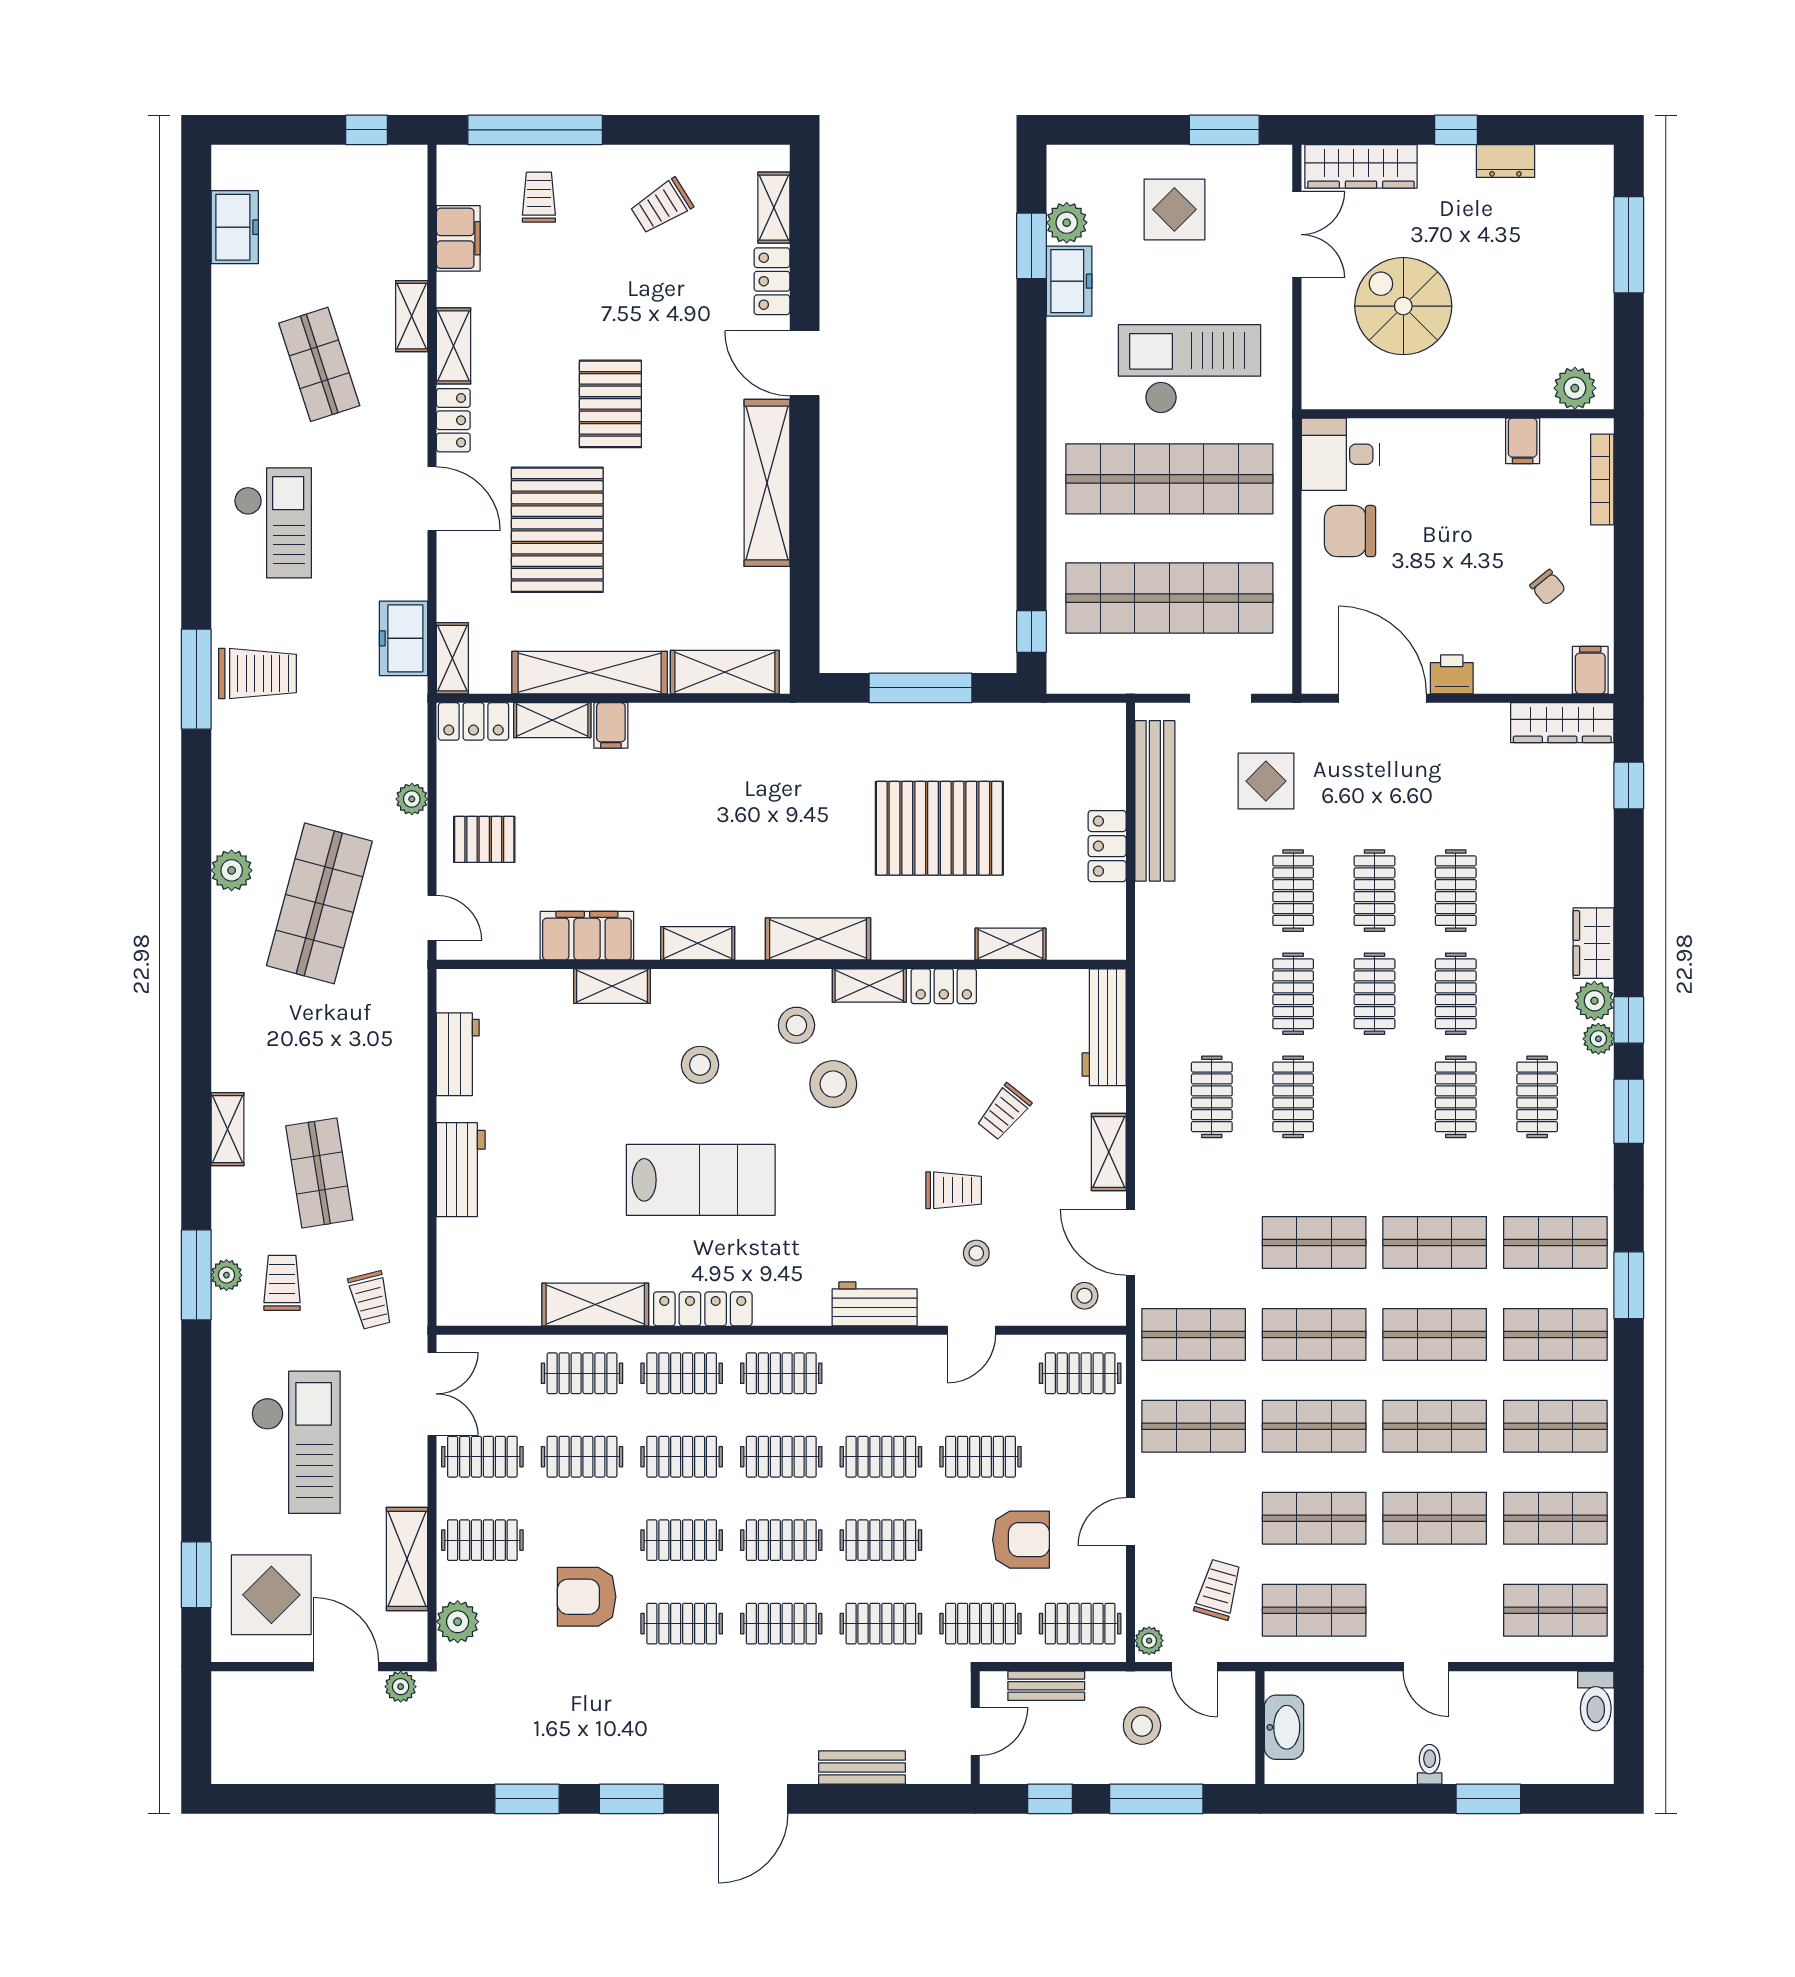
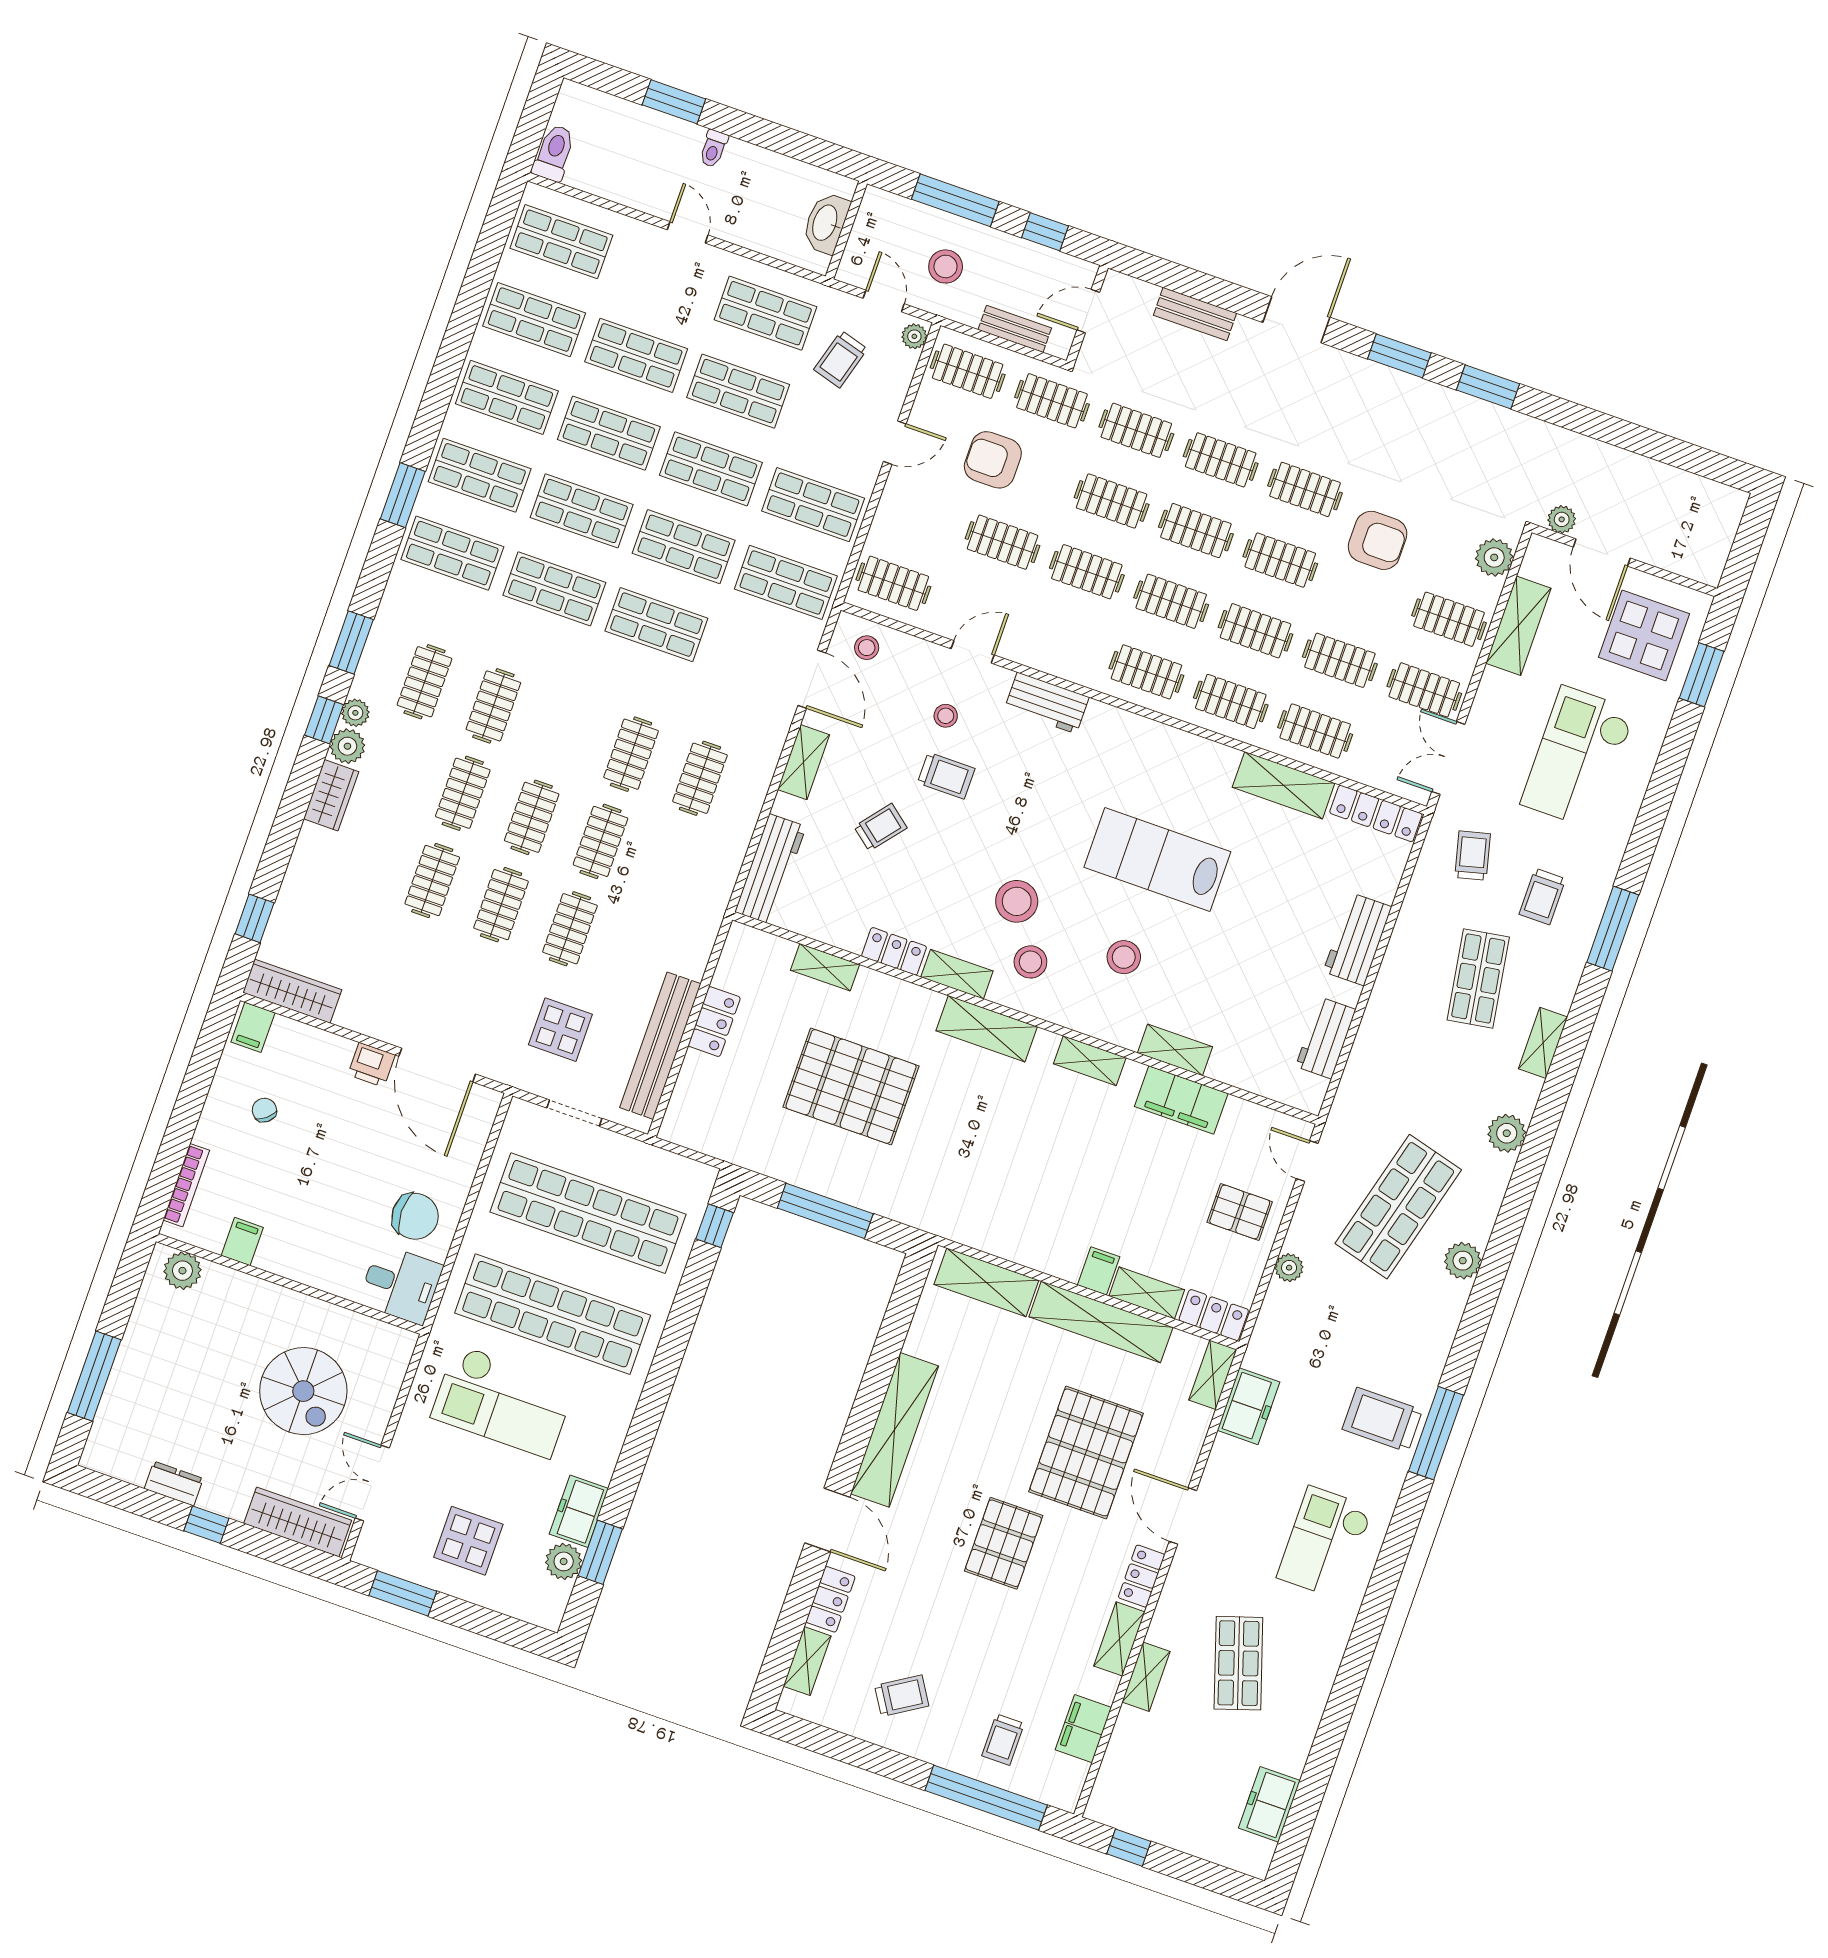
trolley: (954, 1190) -> (946, 776), turned 180
plant: (226, 1275) -> (1507, 1133), moved, width x1.38, depth x1.38
locker: (703, 1309) -> (1376, 813), moved

